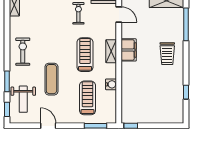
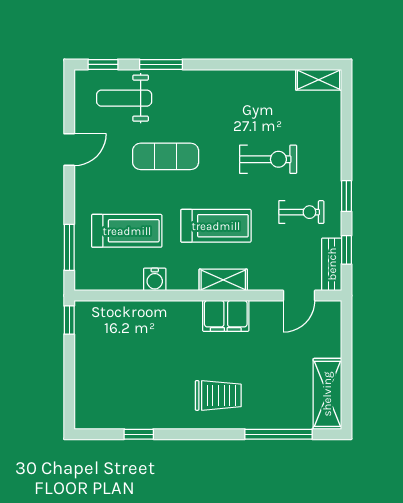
exercise bike: (23, 52) -> (268, 159), moved
trolley: (167, 54) -> (218, 395), turned 180

